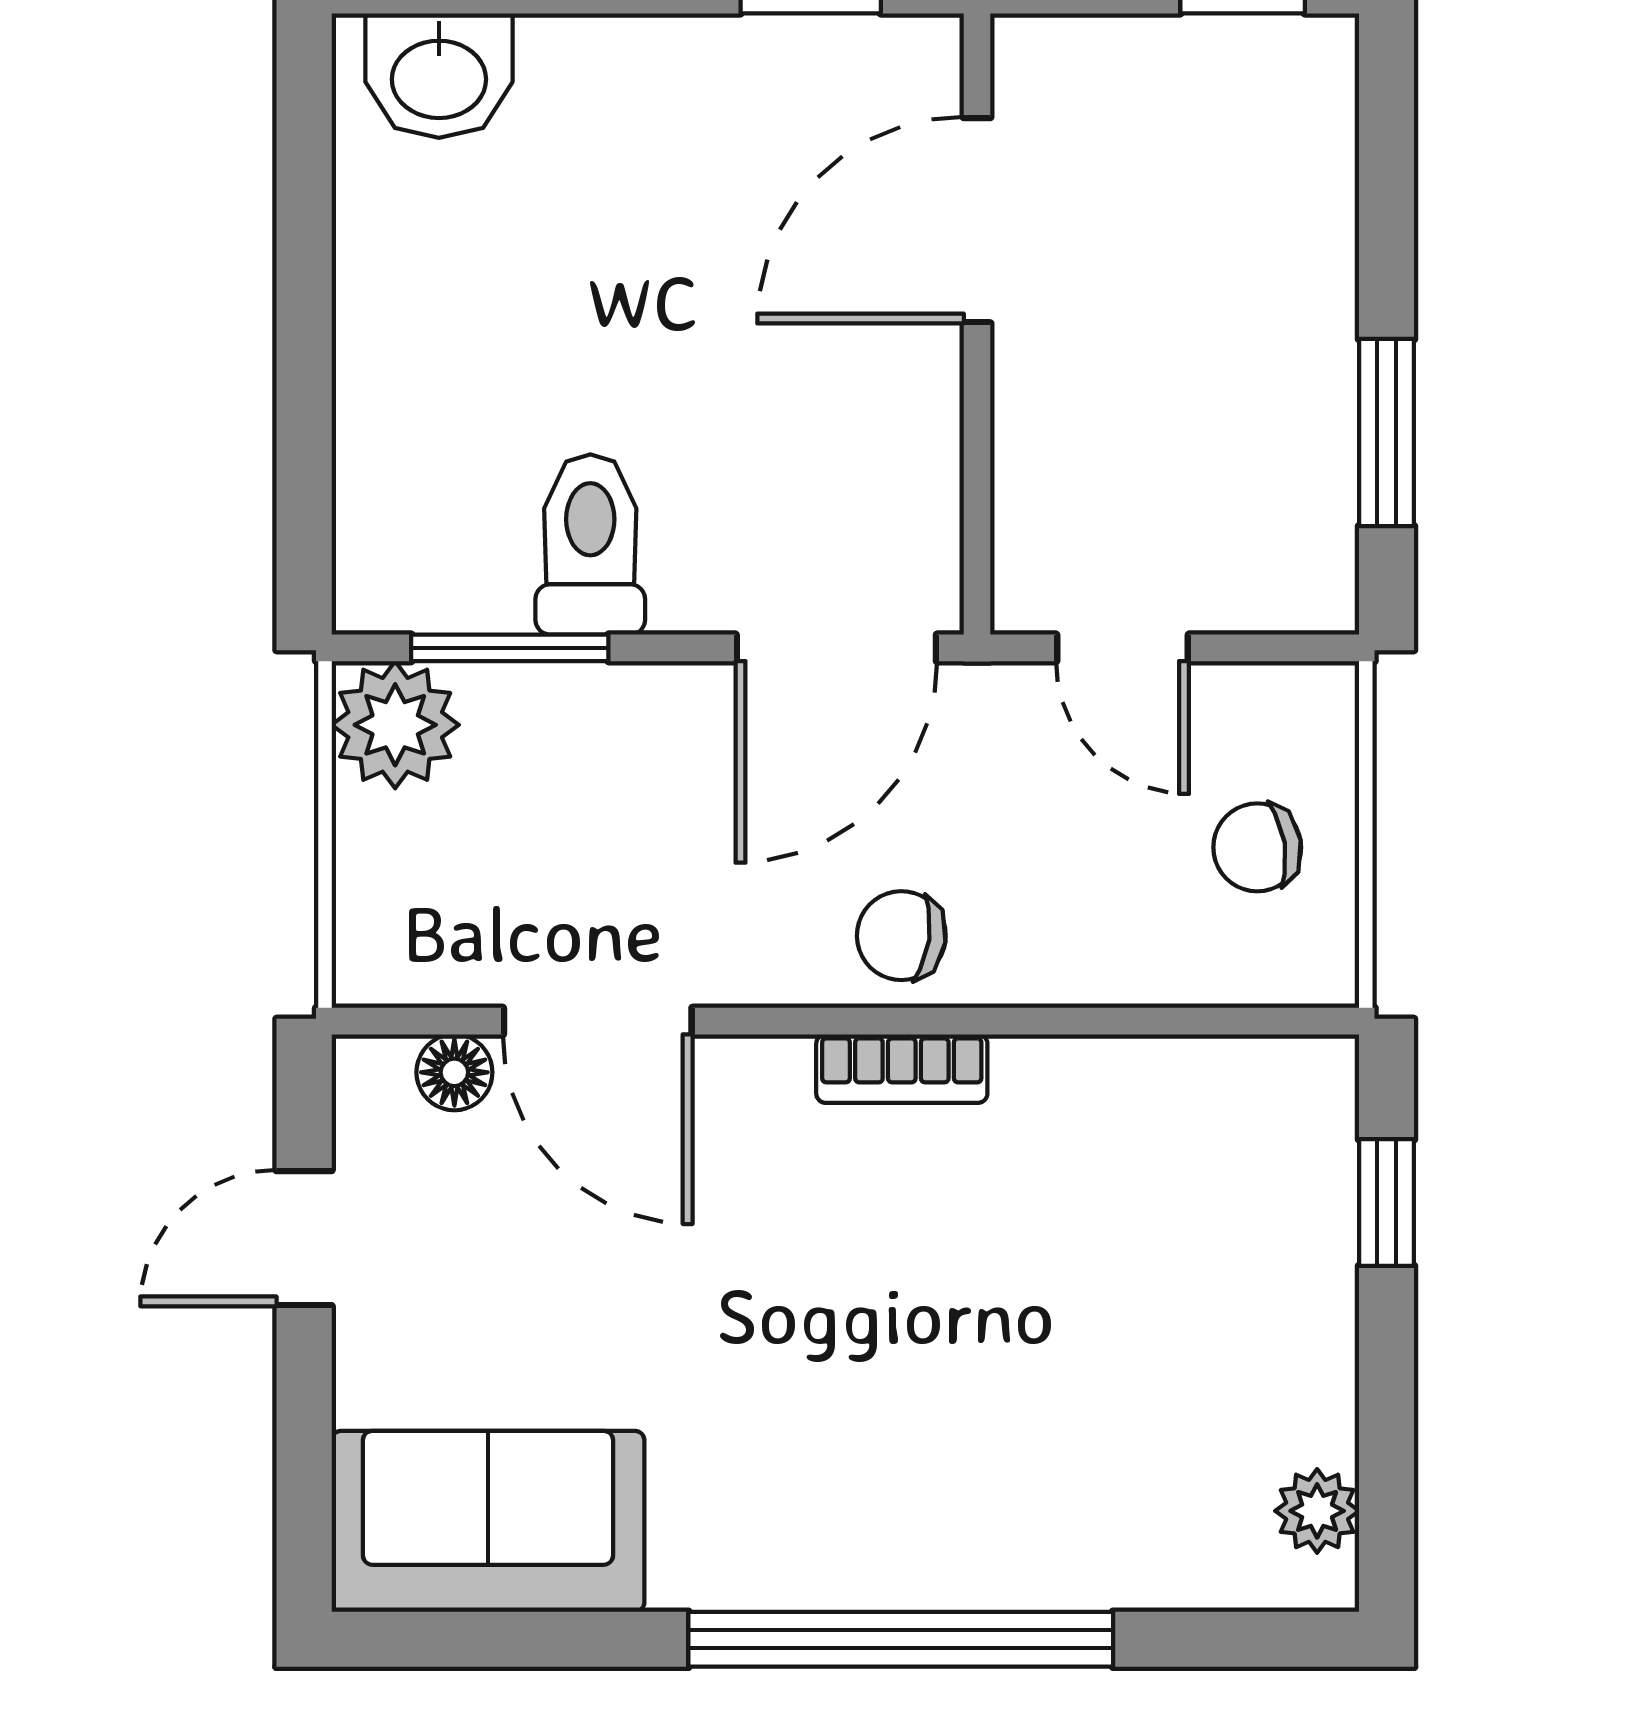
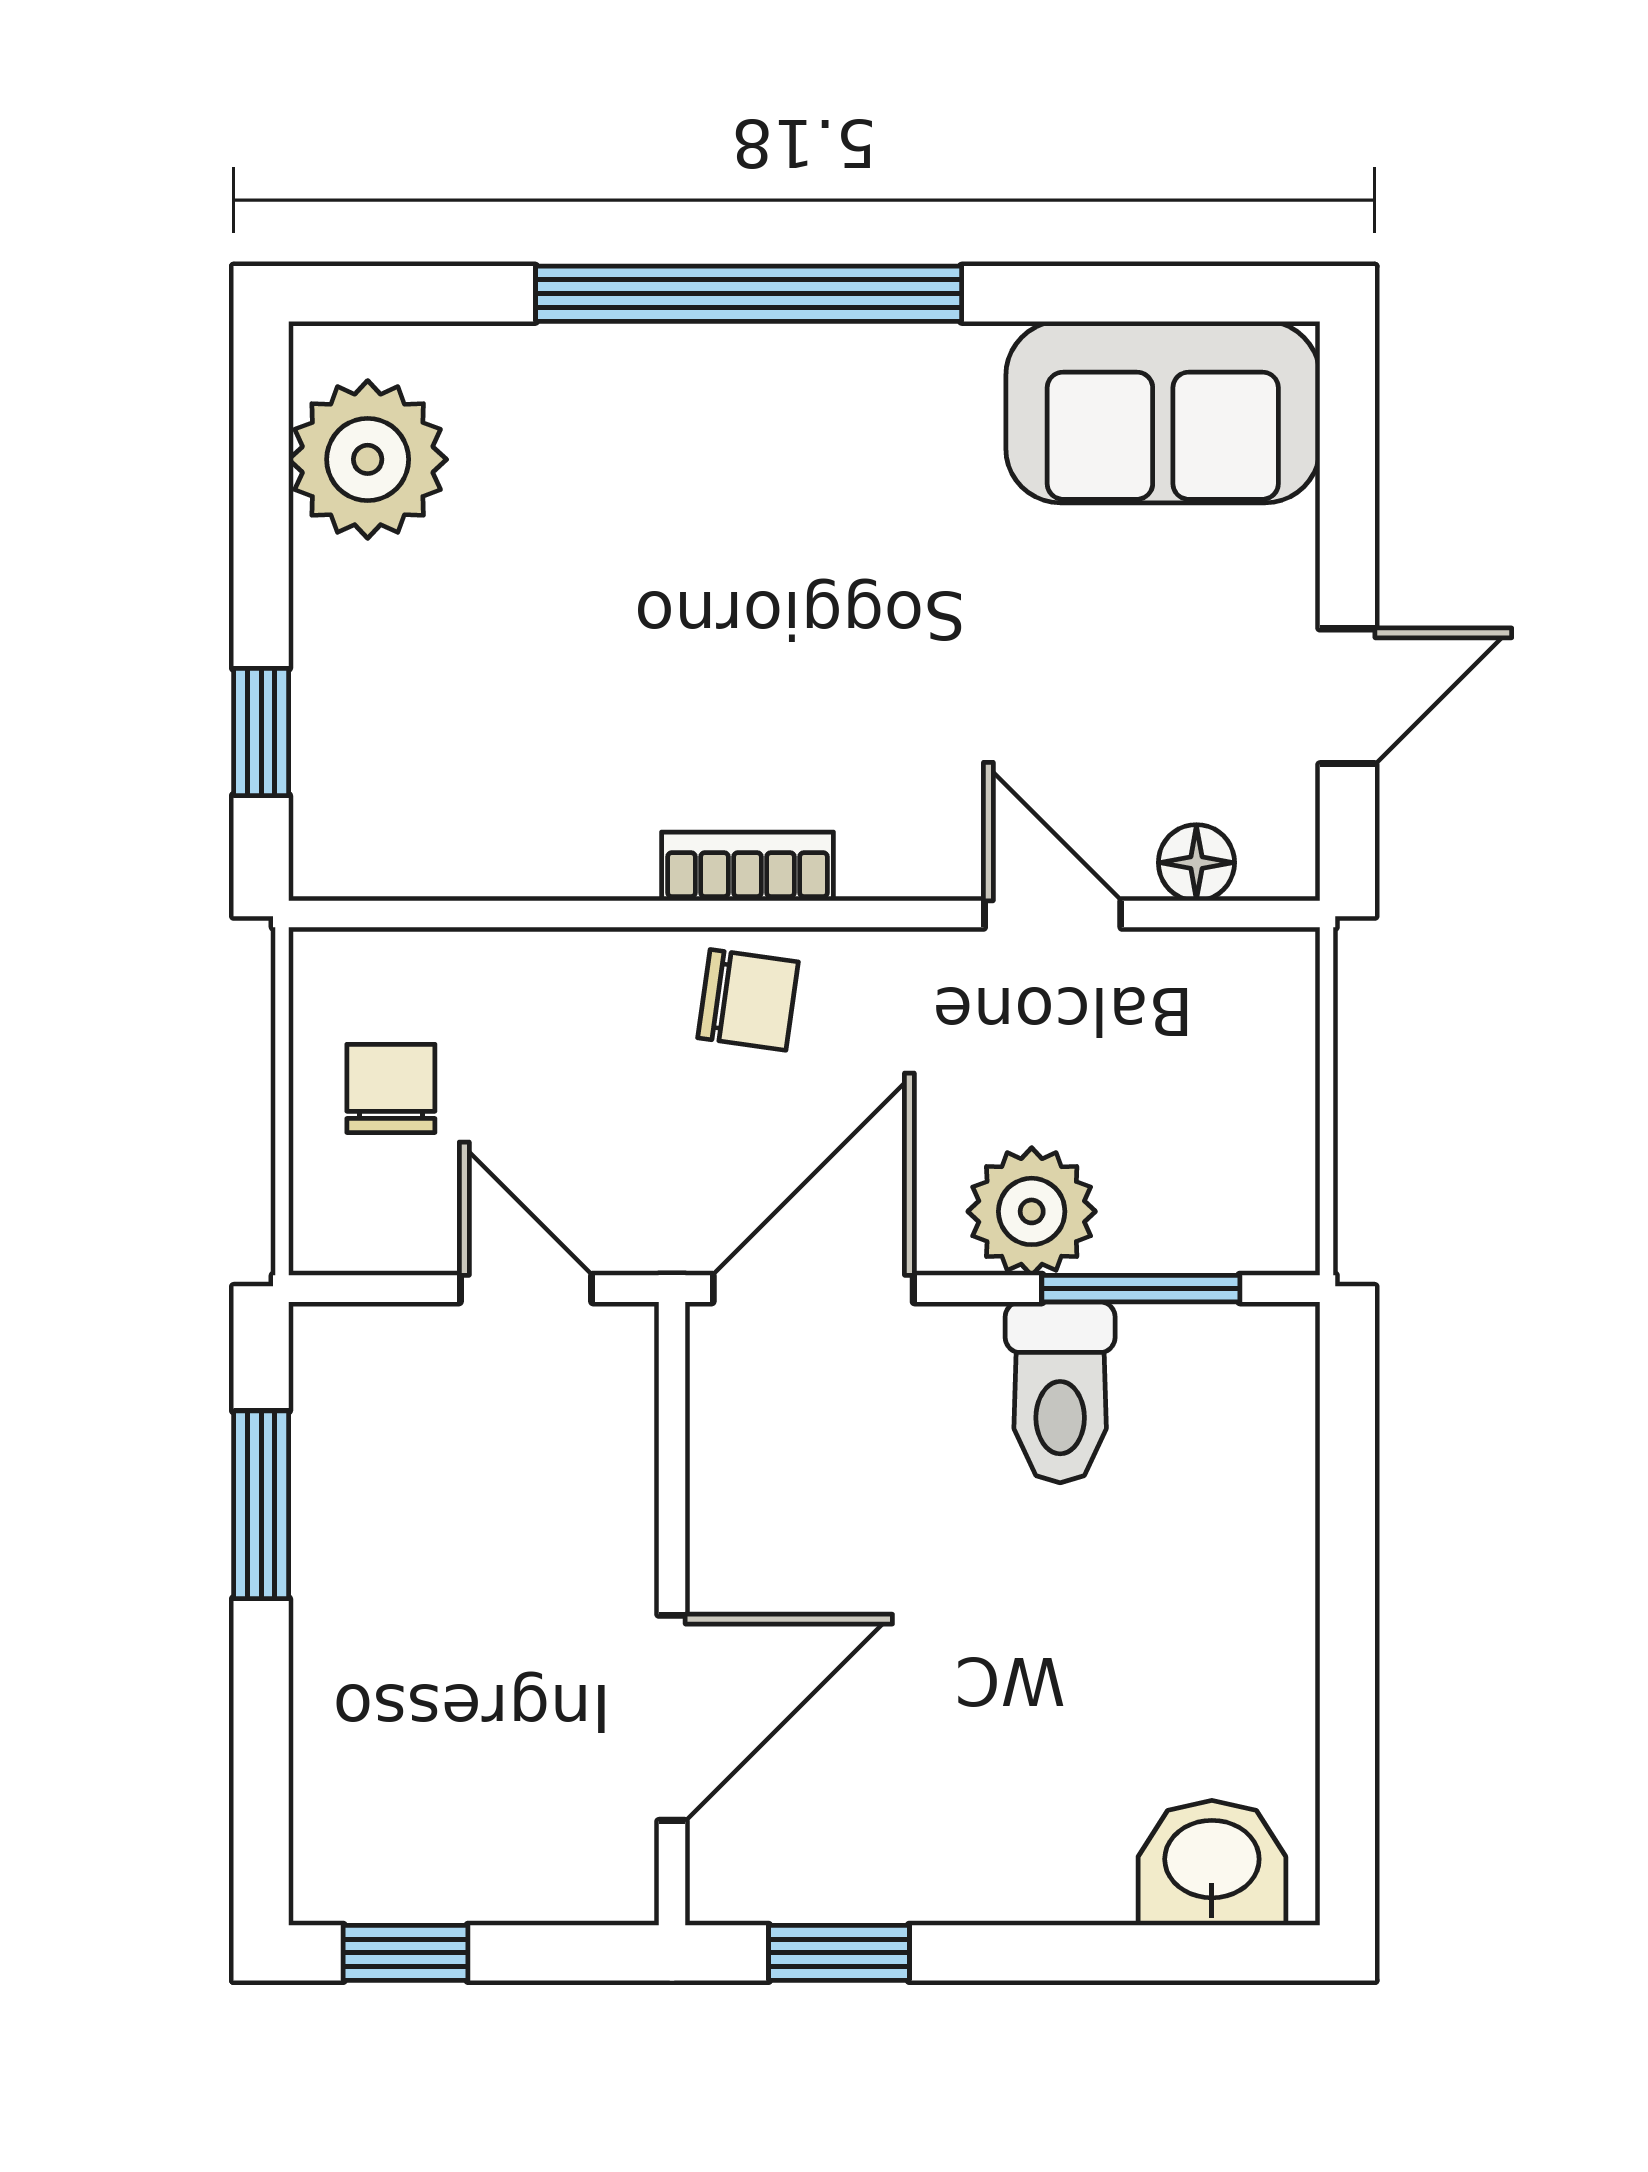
plant: (395, 725) -> (1032, 1211), moved
chair: (1257, 847) -> (391, 1088), turned -81
door: (598, 1021) -> (1053, 914), width x0.73
plant: (1317, 1511) -> (368, 459), width x1.88, depth x1.88

